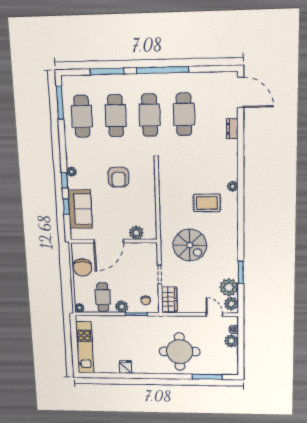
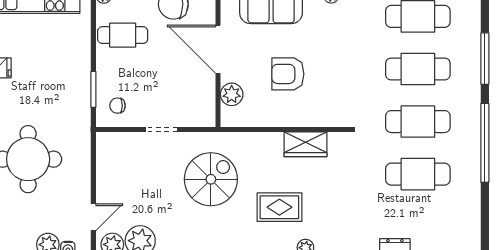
armchair: (118, 177) -> (288, 74), moved
rug: (207, 203) -> (279, 207), turned 90
spiral stairs: (190, 245) -> (211, 179), turned 180
wardrobe: (169, 299) -> (305, 144), moved
plant: (122, 307) -> (106, 66), removed

